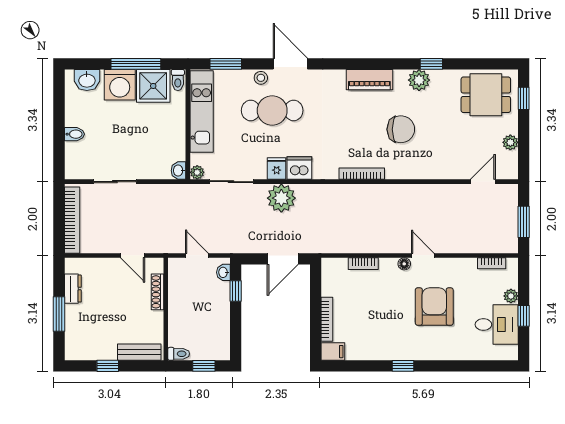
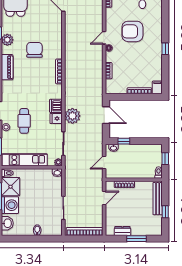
cafe table: (272, 110) -> (24, 121), width x0.73, depth x0.74
bench: (139, 352) -> (158, 199), width x1.36

